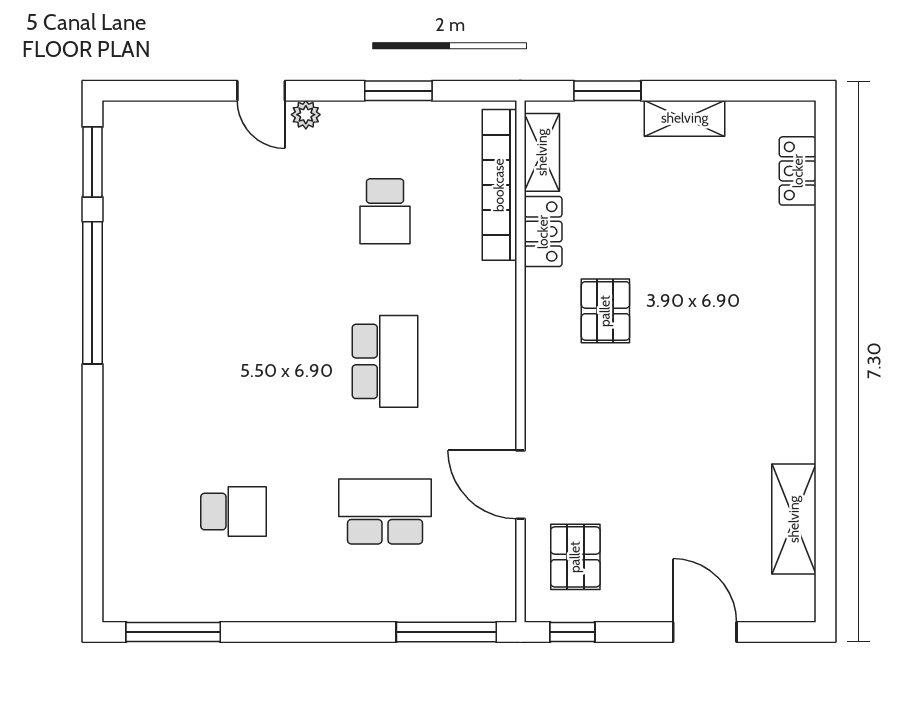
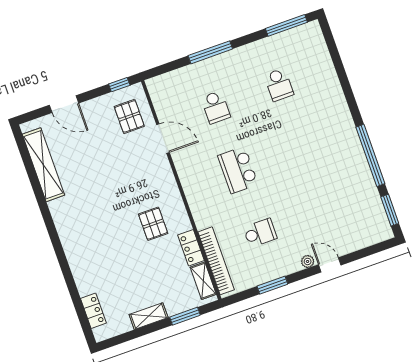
school desk: (385, 211) -> (260, 233), turned 90
school desk: (234, 512) -> (279, 85), turned -90
school desk: (385, 512) -> (216, 107), width x0.54
shelving: (794, 519) -> (43, 165), width x1.47
window: (446, 632) -> (210, 52), moved

